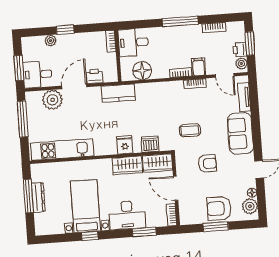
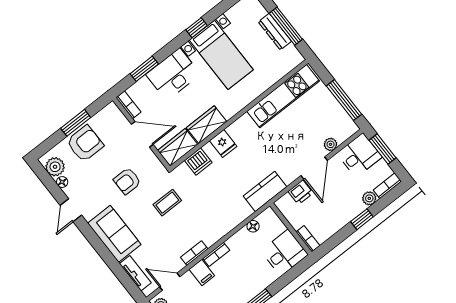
bookcase: (32, 41) -> (387, 186), added
floor lamp: (142, 71) -> (253, 226), width x0.53, depth x0.53
plant: (53, 100) -> (331, 144), width x0.53, depth x0.53

